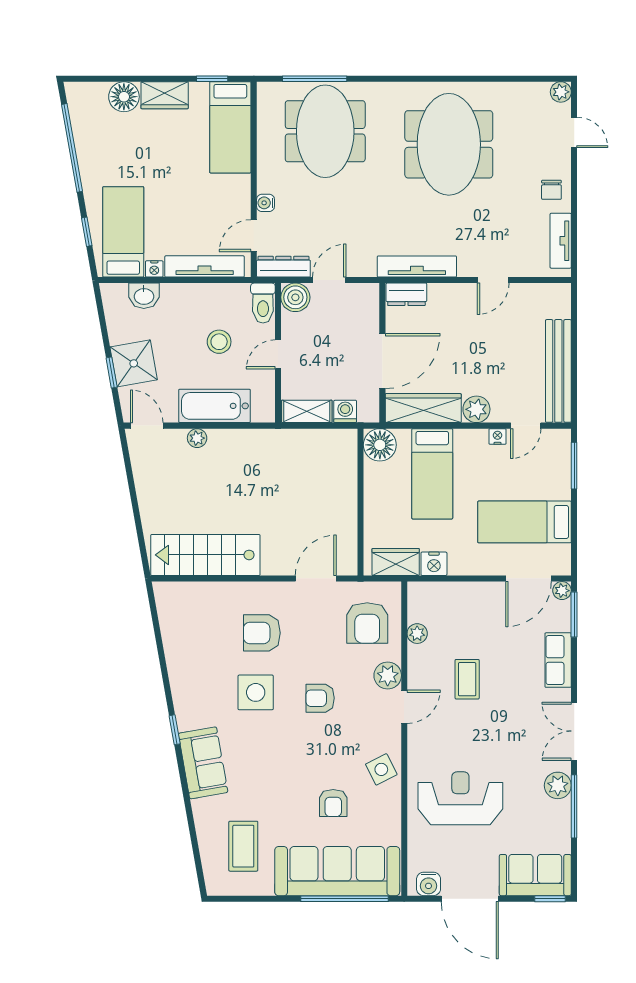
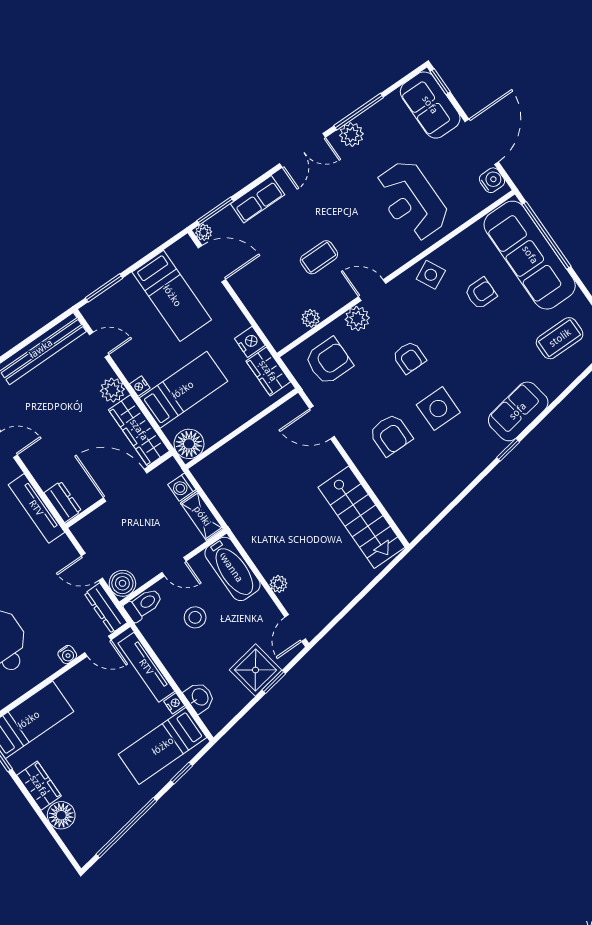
bathtub: (215, 406) -> (232, 569), moved
nightstand: (497, 437) -> (140, 386), moved

